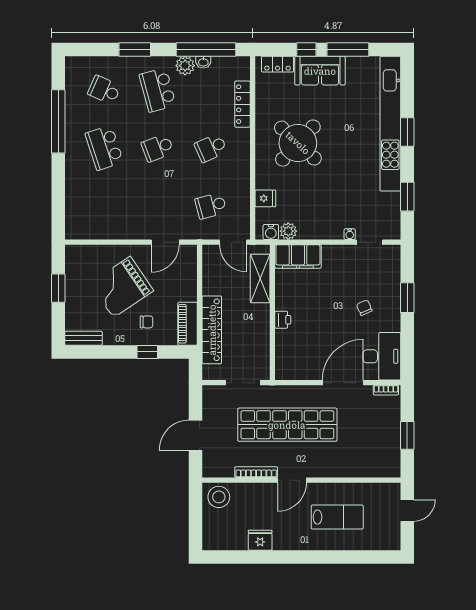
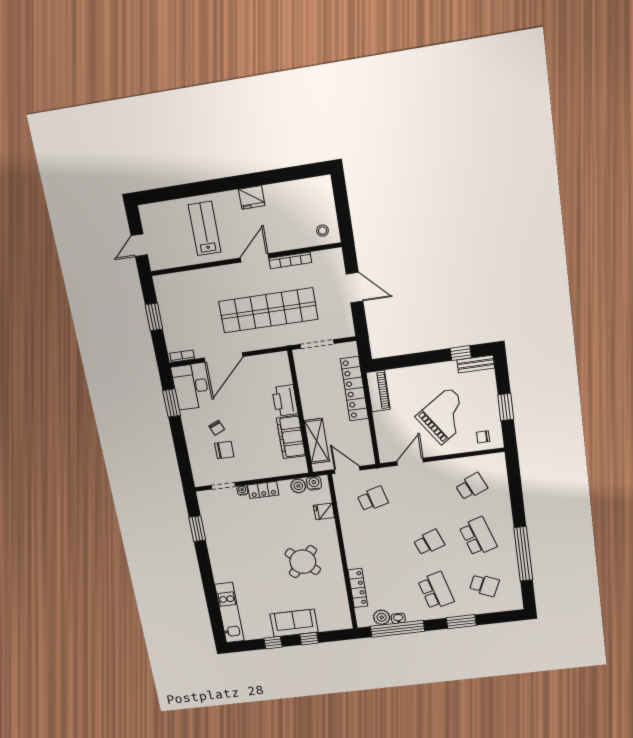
window: (348, 49) -> (273, 643), width x0.46
locker: (278, 64) -> (263, 490), moved, turned 180
plant: (185, 66) -> (382, 617), moved
kitchen unit: (390, 124) -> (229, 613), width x0.54
window: (407, 132) -> (208, 582), removed
round table: (298, 143) -> (303, 562), width x0.73, depth x0.73
school desk: (211, 148) -> (471, 487), moved
filing cabinet: (298, 256) -> (291, 437), moved, turned -90
chair: (361, 282) -> (224, 450), added
window: (407, 298) -> (172, 403), moved
printer: (283, 320) -> (285, 401), width x1.87, depth x1.48
chair: (147, 322) -> (483, 437), moved
window: (147, 352) -> (461, 353), moved
door: (196, 435) -> (355, 288), hinge flipped
stool: (219, 497) -> (322, 231), width x0.53, depth x0.53
lab bench: (337, 517) -> (205, 228), turned 90
fridge: (260, 540) -> (252, 197), moved

